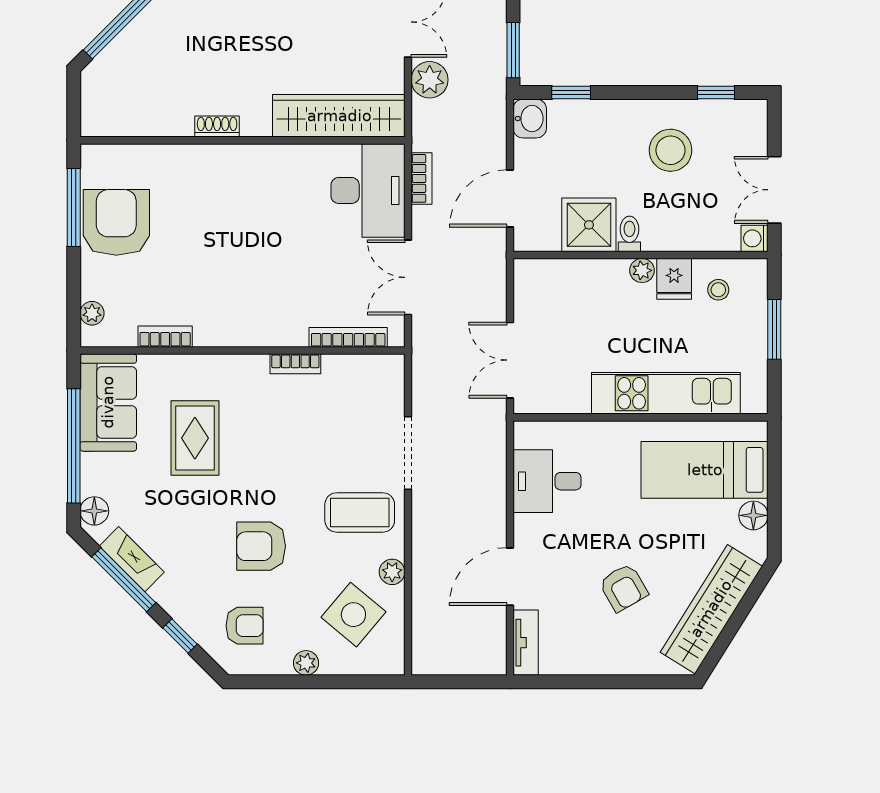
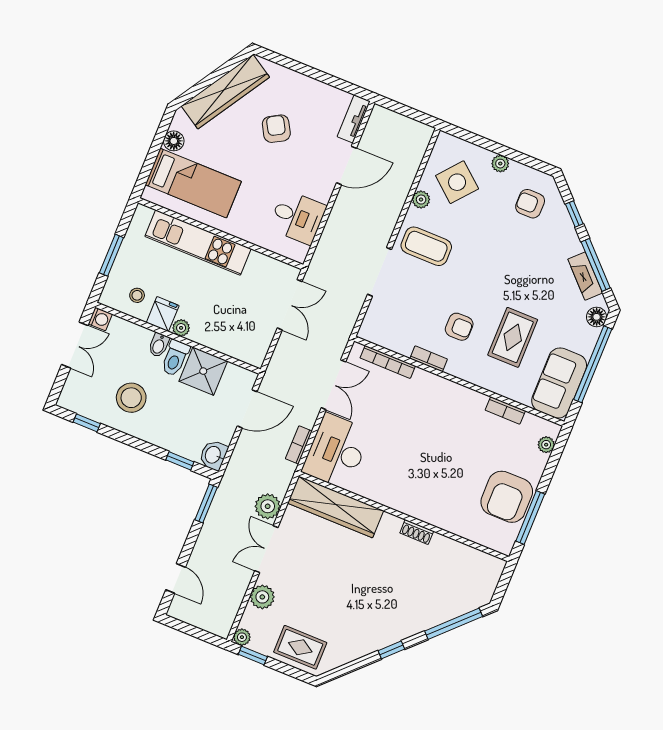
toilet: (629, 234) -> (175, 358), width x1.37, depth x1.39
bidet: (662, 235) -> (159, 345), added
armchair: (261, 546) -> (459, 327), moved, width x0.72, depth x0.72

